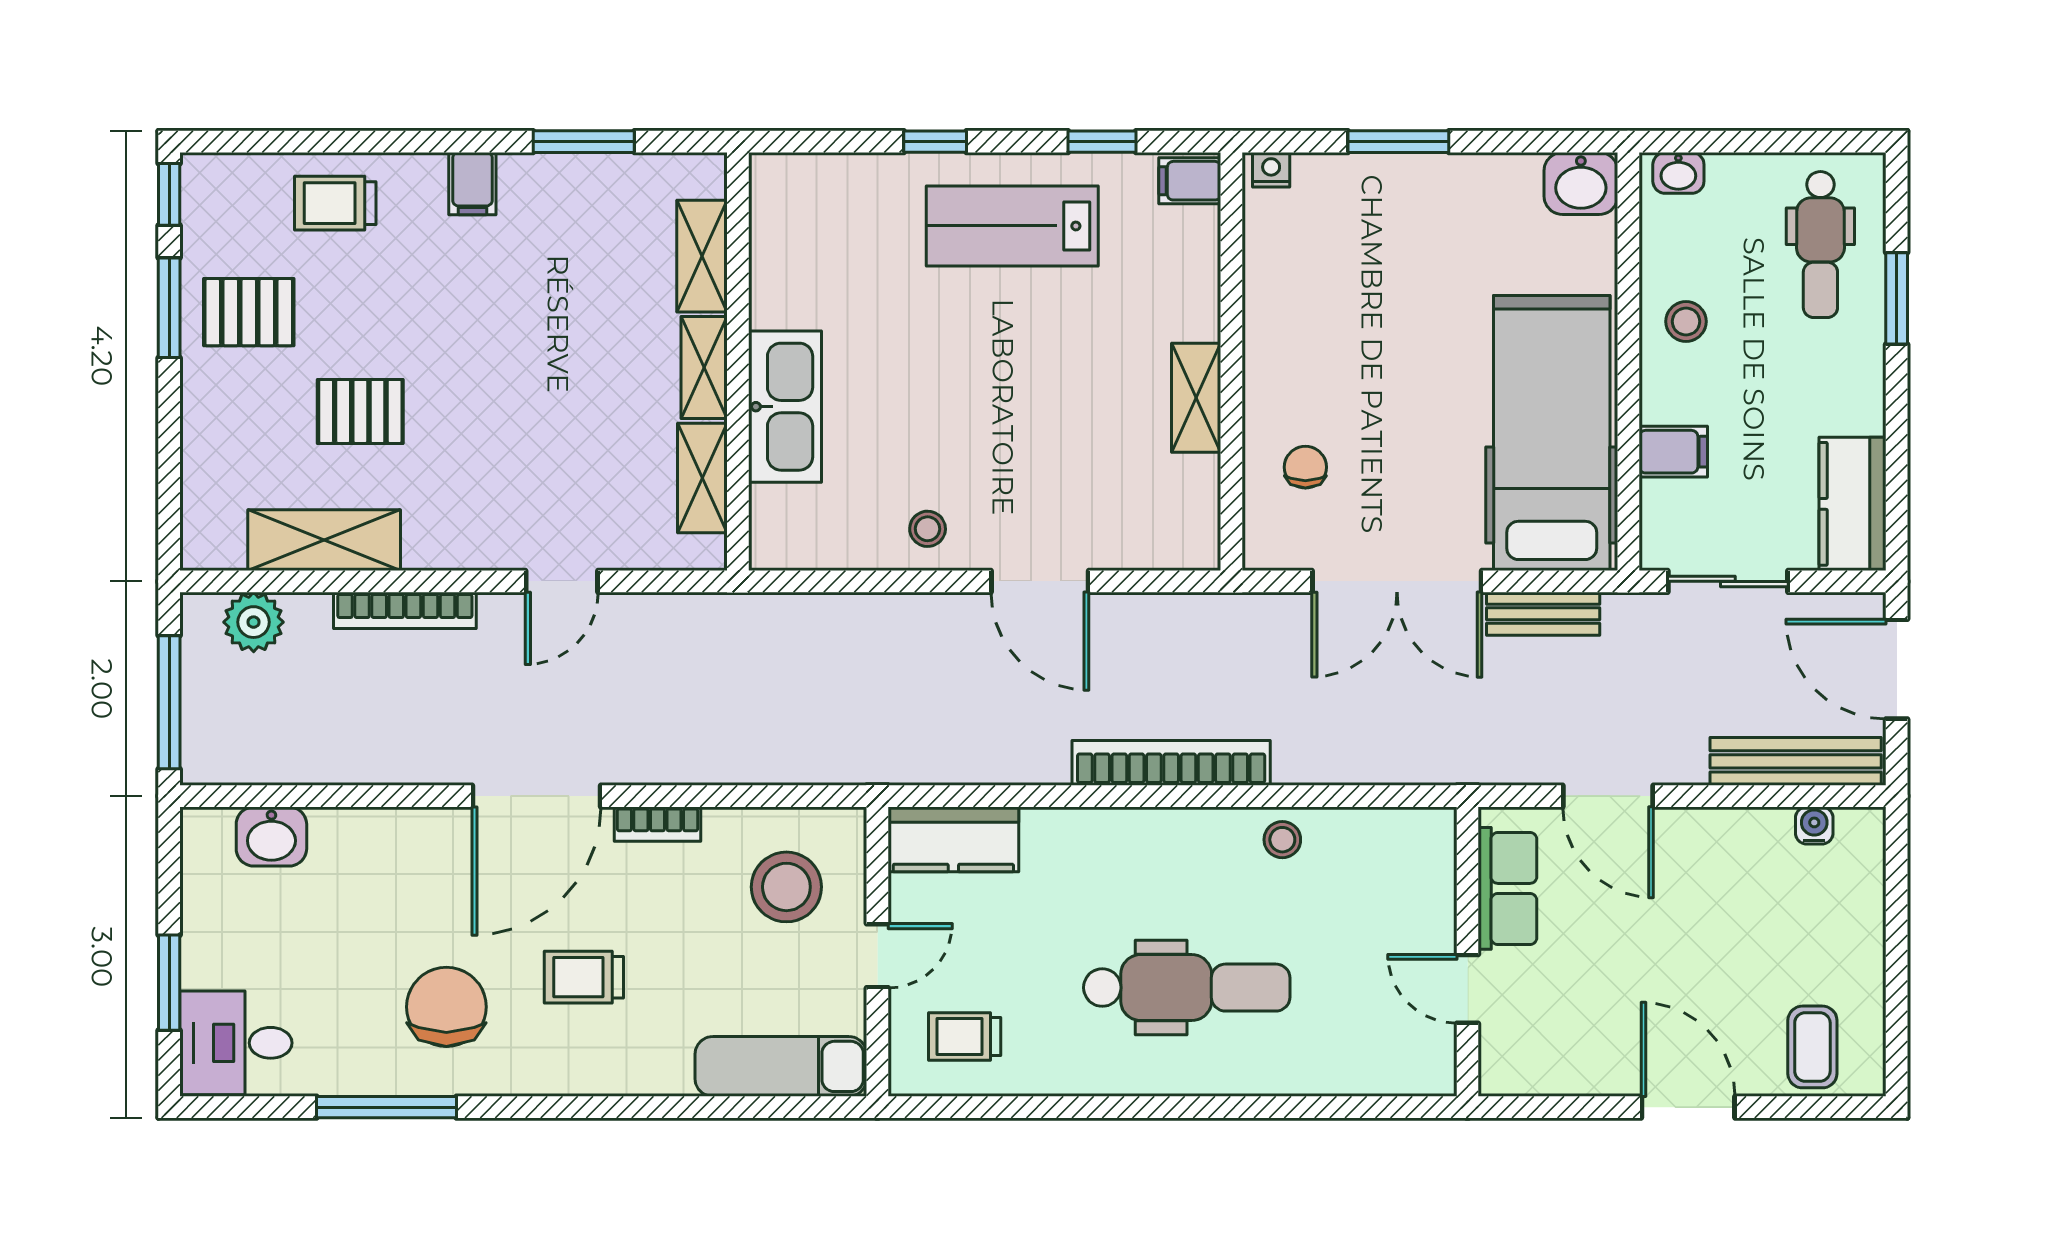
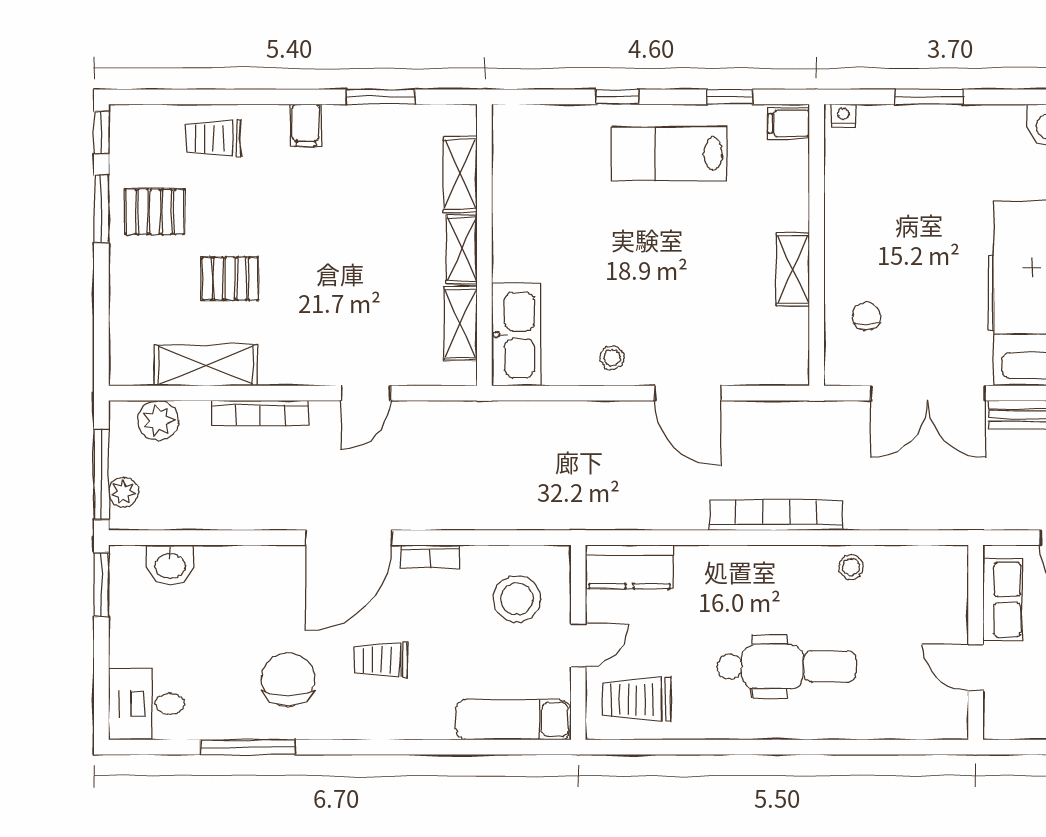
kitchen sink: (785, 407) -> (516, 335), moved
plant: (202, 729) -> (123, 492), added
window: (169, 983) -> (101, 584), moved
trolley: (965, 1037) -> (637, 700), width x1.36, depth x1.39

